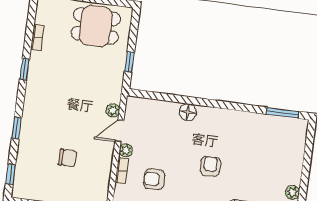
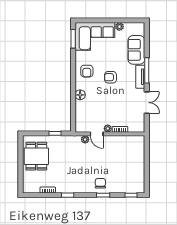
corner sofa: (282, 150) -> (95, 36), added
chair: (68, 158) -> (100, 183), moved
armchair: (154, 179) -> (87, 71), moved

